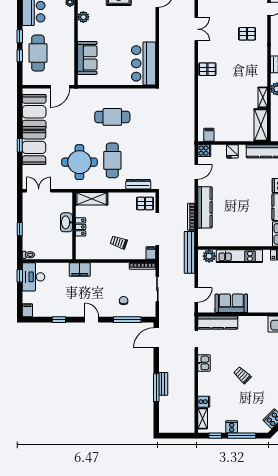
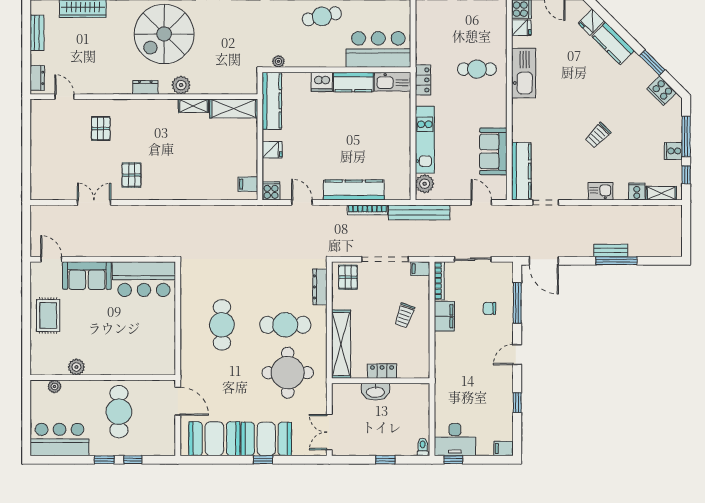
cafe table: (38, 53) -> (119, 412), moved, turned 90
sofa: (87, 58) -> (87, 276), moved, turned 180
pallet: (207, 69) -> (131, 175), moved
shelving: (92, 199) -> (341, 344), width x1.47
filing cabinet: (80, 270) -> (444, 316), moved
kitchen sink: (204, 363) -> (600, 191), moved

